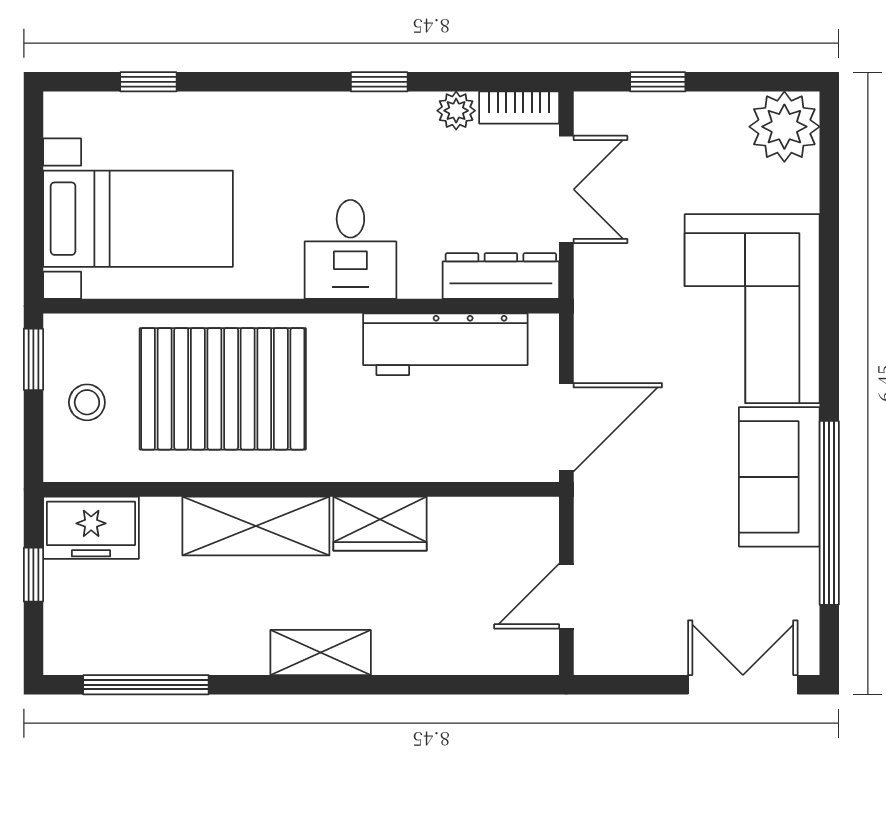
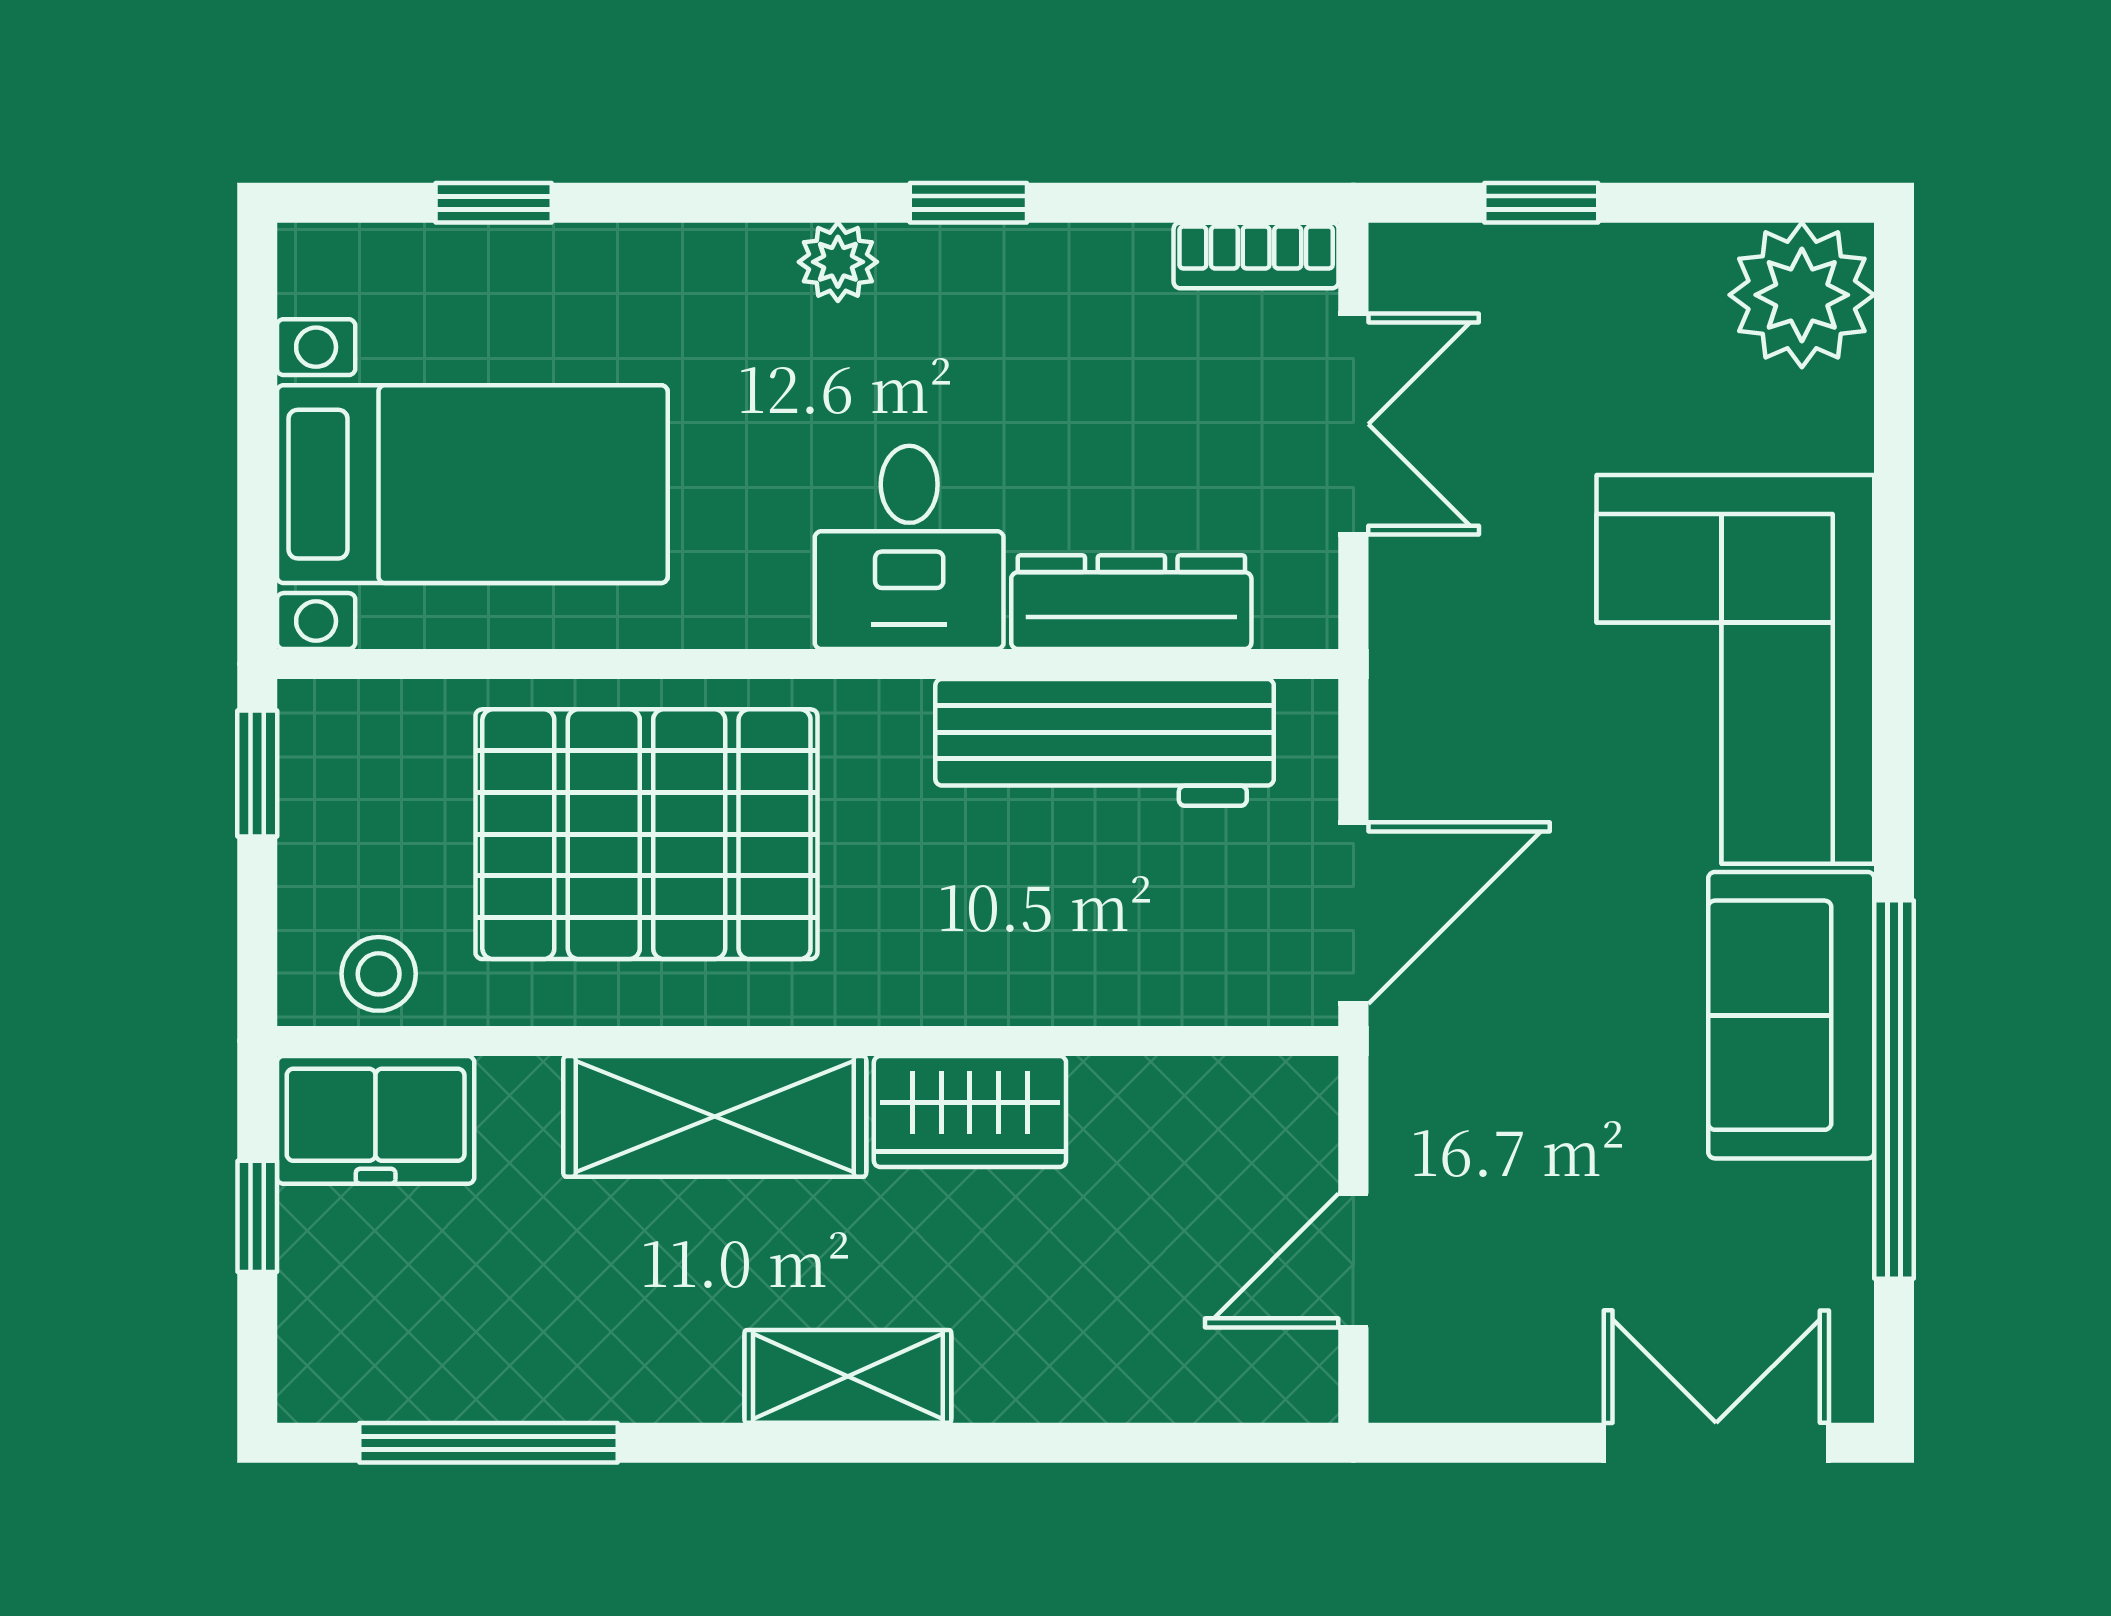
plant: (456, 111) -> (838, 262), moved
dresser: (501, 276) -> (1131, 602), moved
stool: (87, 402) -> (379, 974), moved

